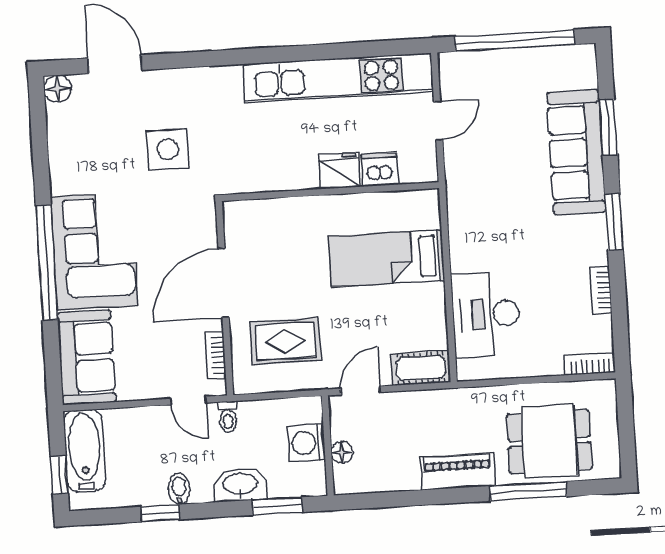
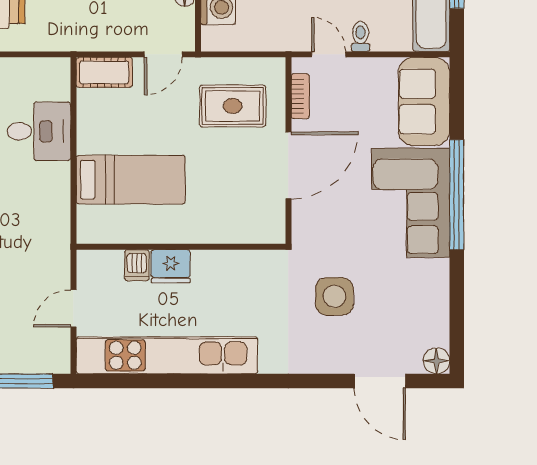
dishwasher: (380, 169) -> (137, 265), width x0.73
desk: (486, 314) -> (39, 131), width x0.73
toilet: (228, 417) -> (361, 37), moved

